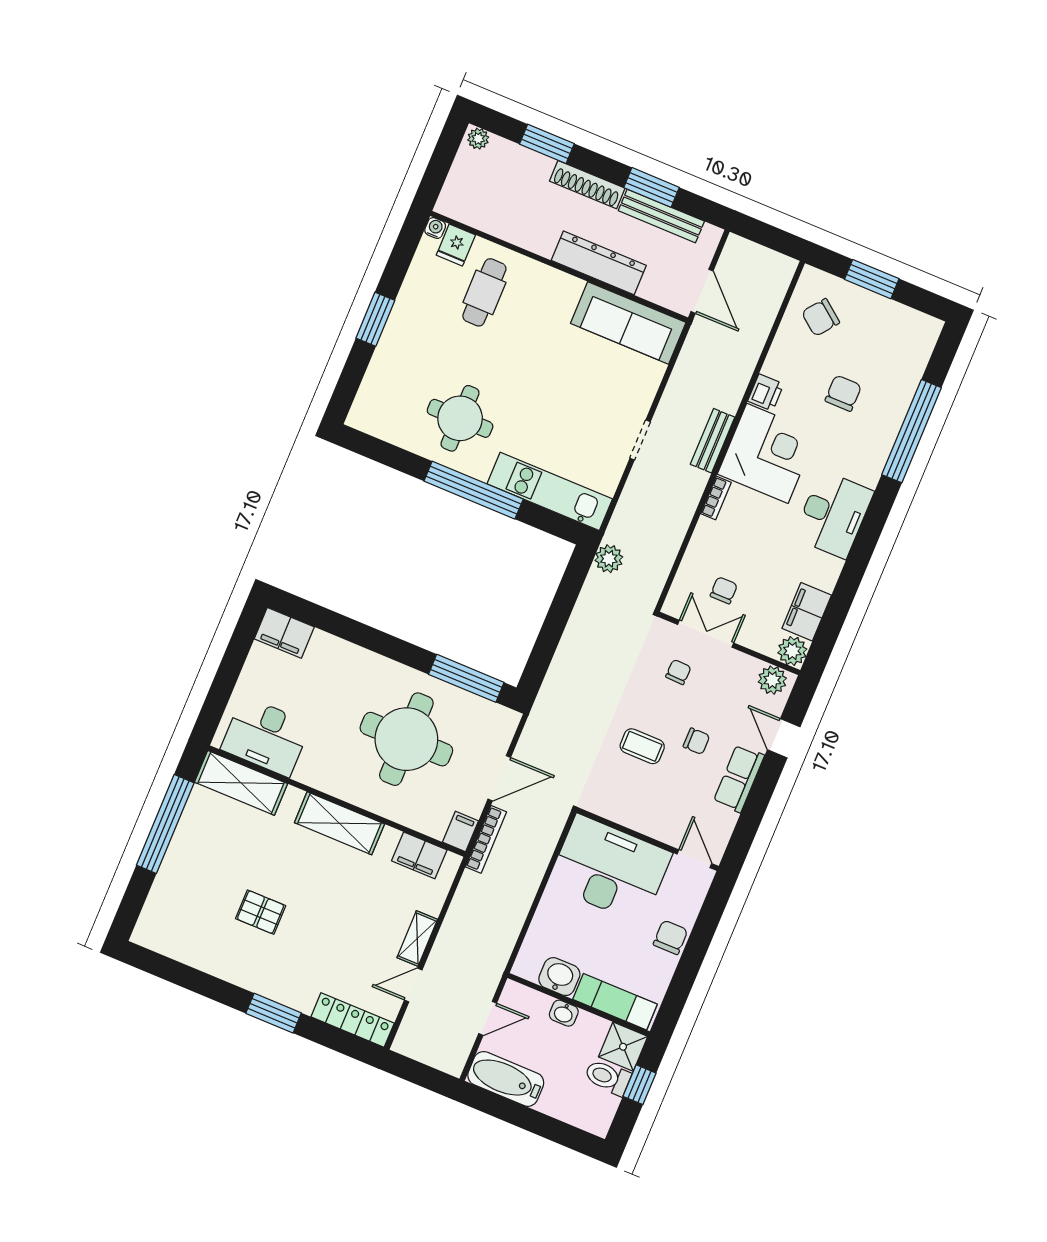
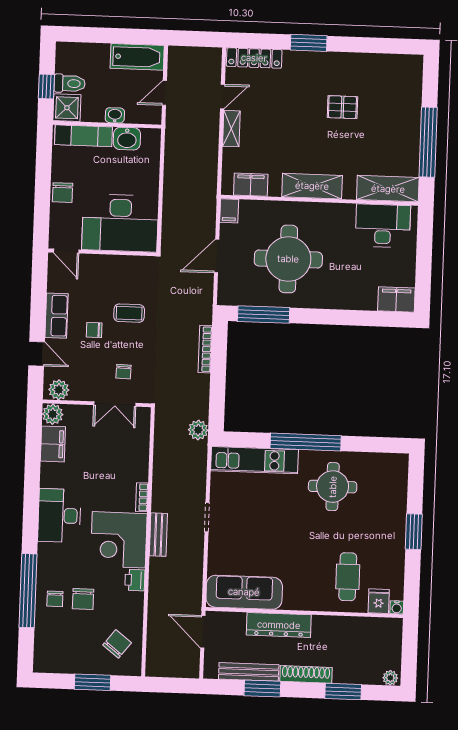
chair: (724, 590) -> (55, 599), moved
bookcase: (486, 839) -> (205, 349), moved

